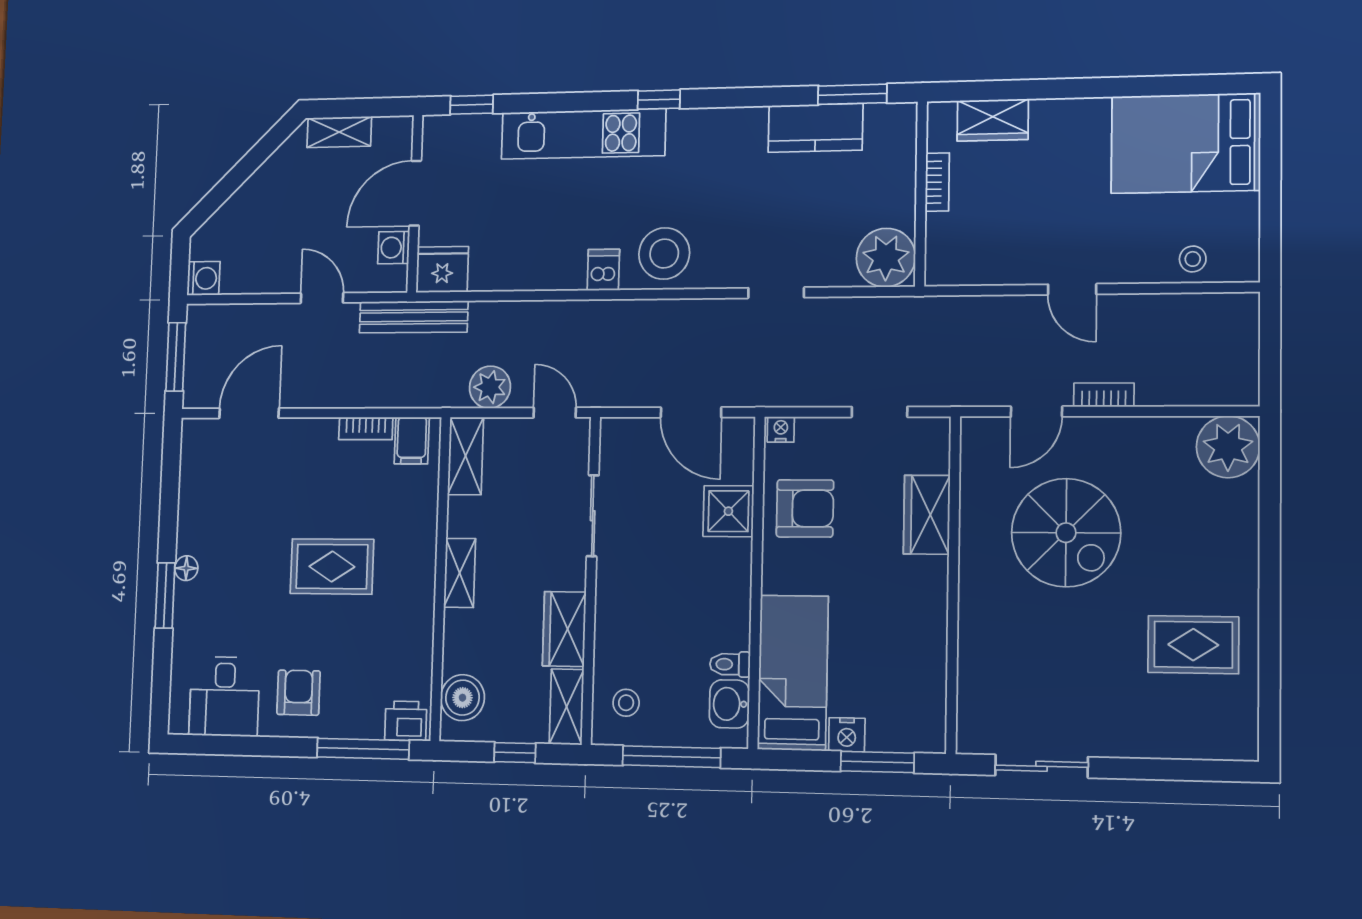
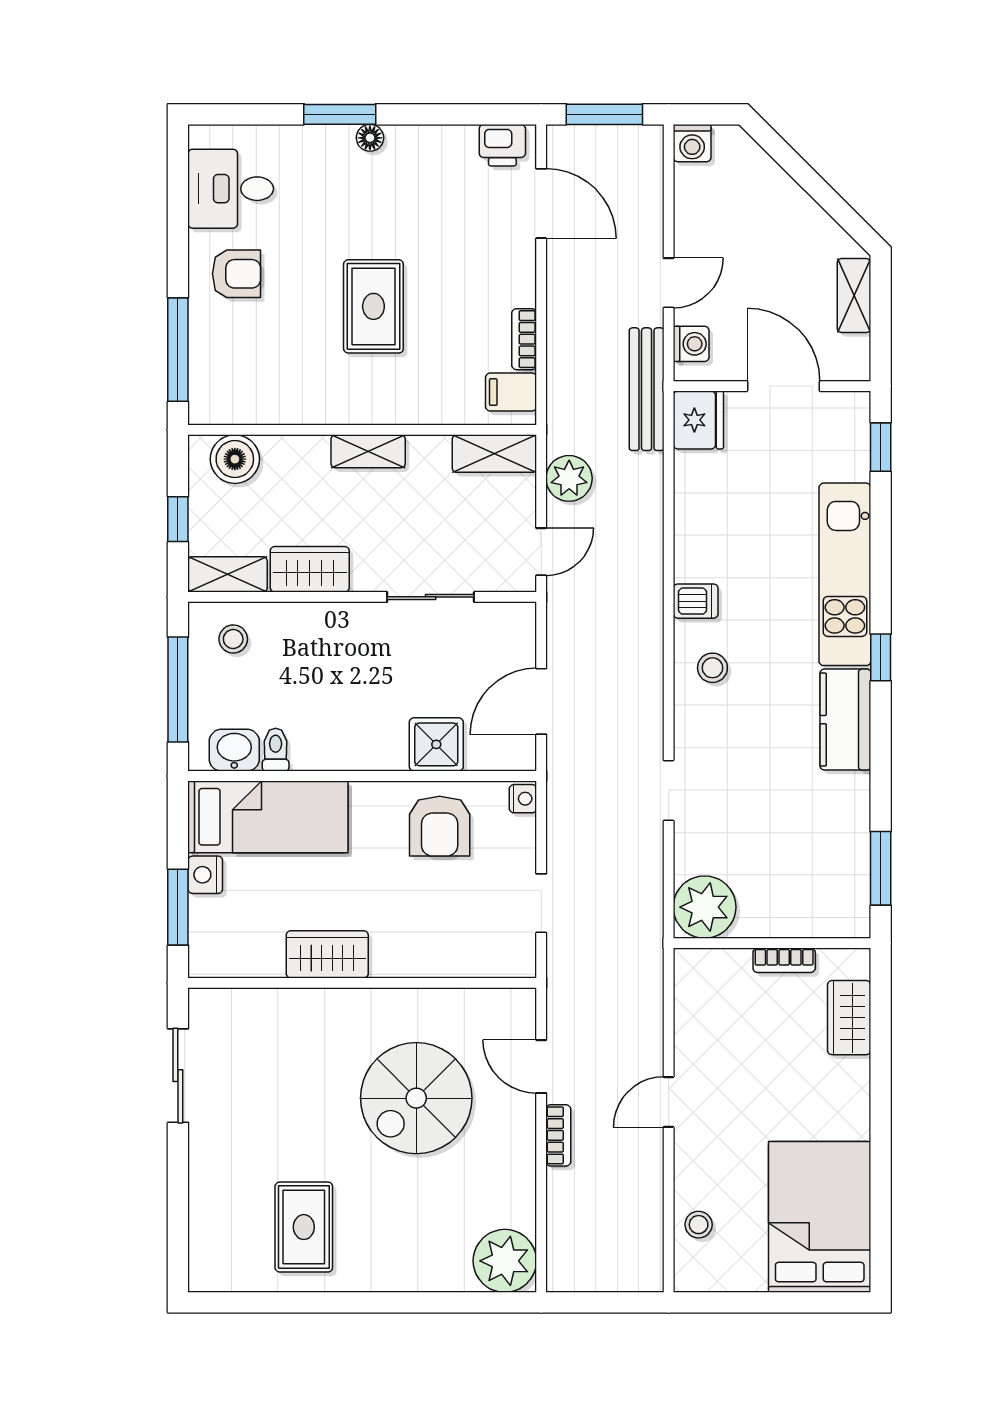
kitchen counter: (815, 128) -> (845, 720), moved
washing machine: (394, 248) -> (691, 344), moved, turned 90
stool: (664, 254) -> (712, 668), width x0.53, depth x0.53
wardrobe: (927, 515) -> (327, 954), moved
printer: (406, 721) -> (502, 145), moved, turned 90

